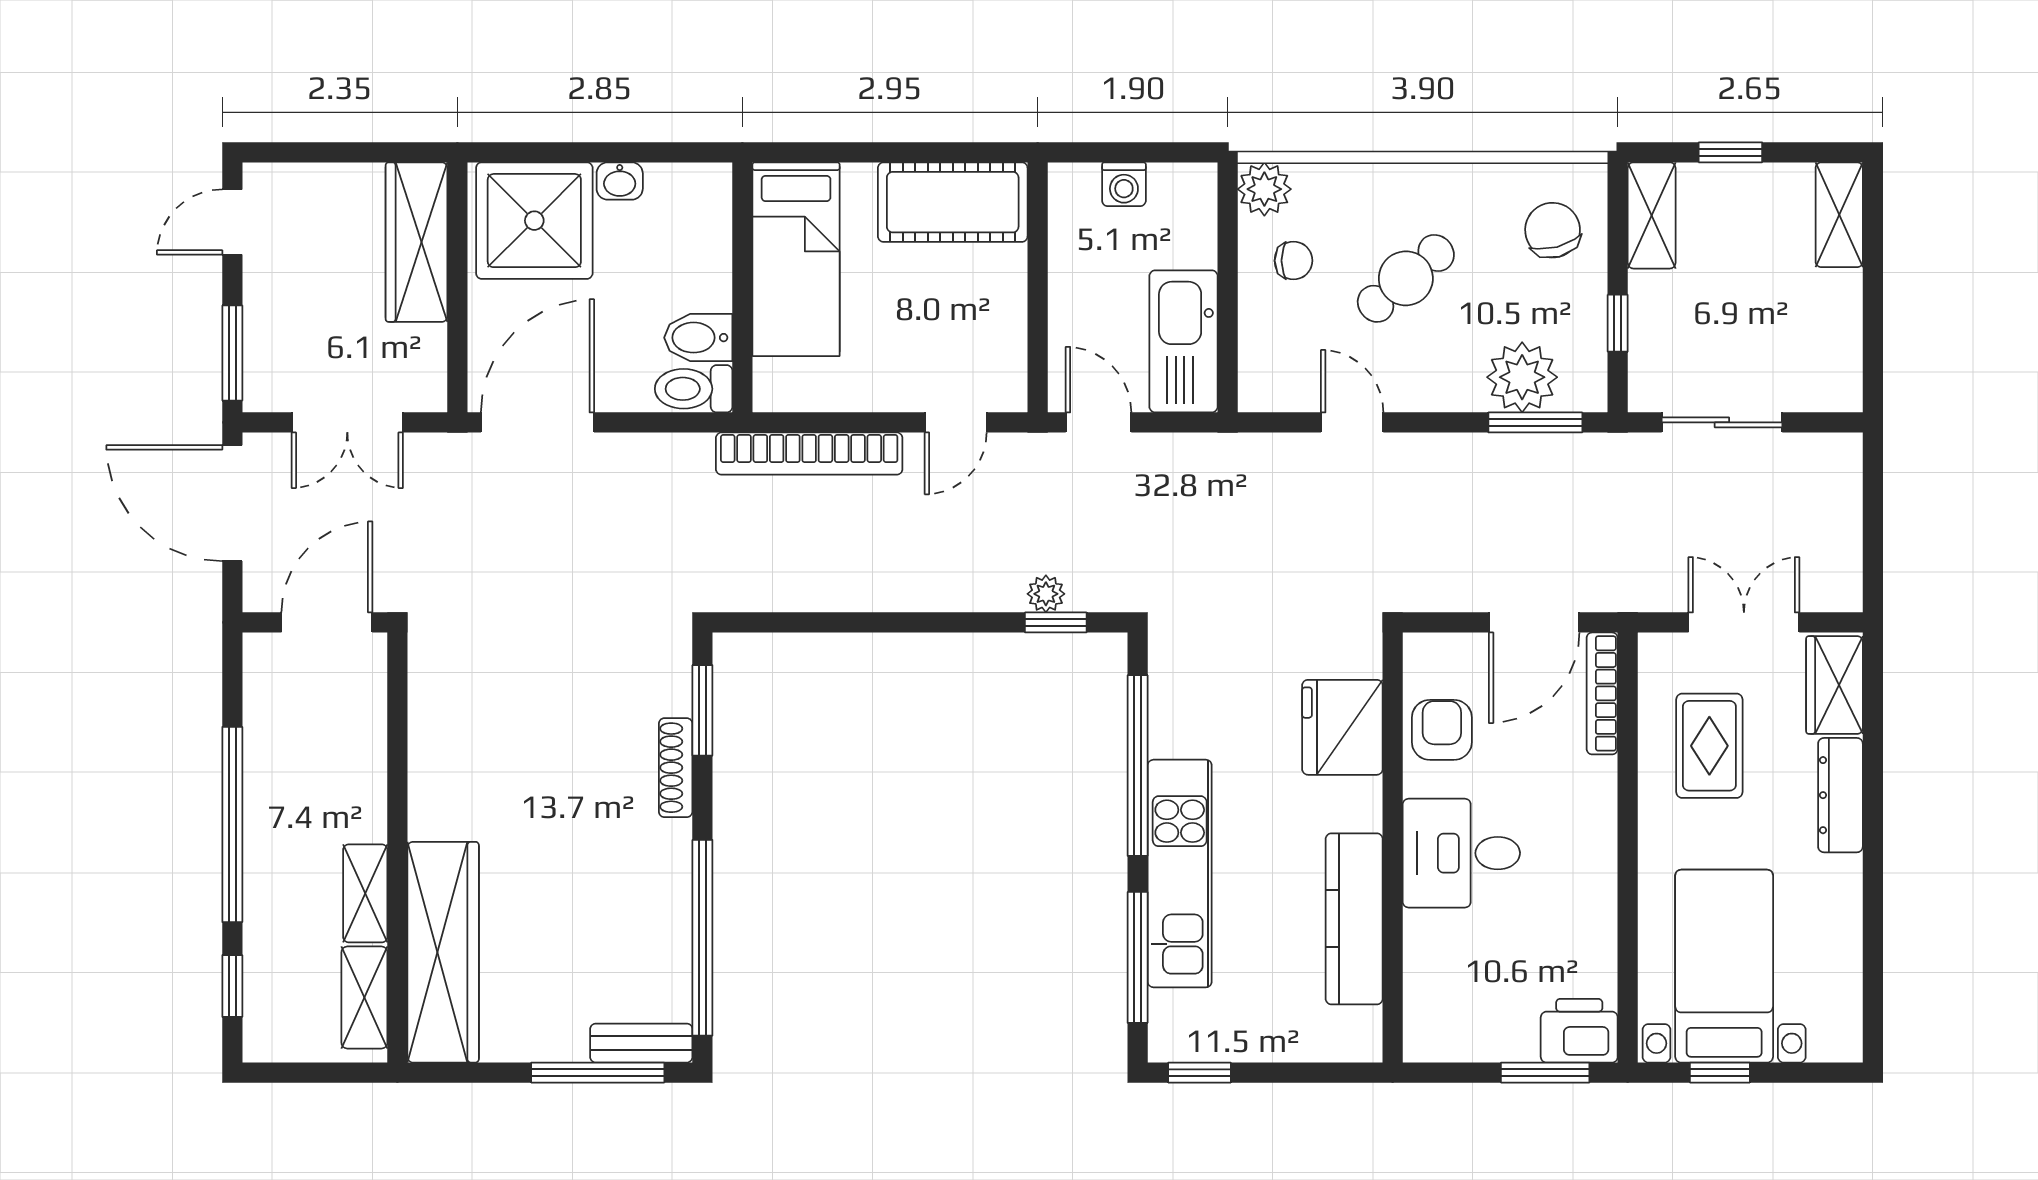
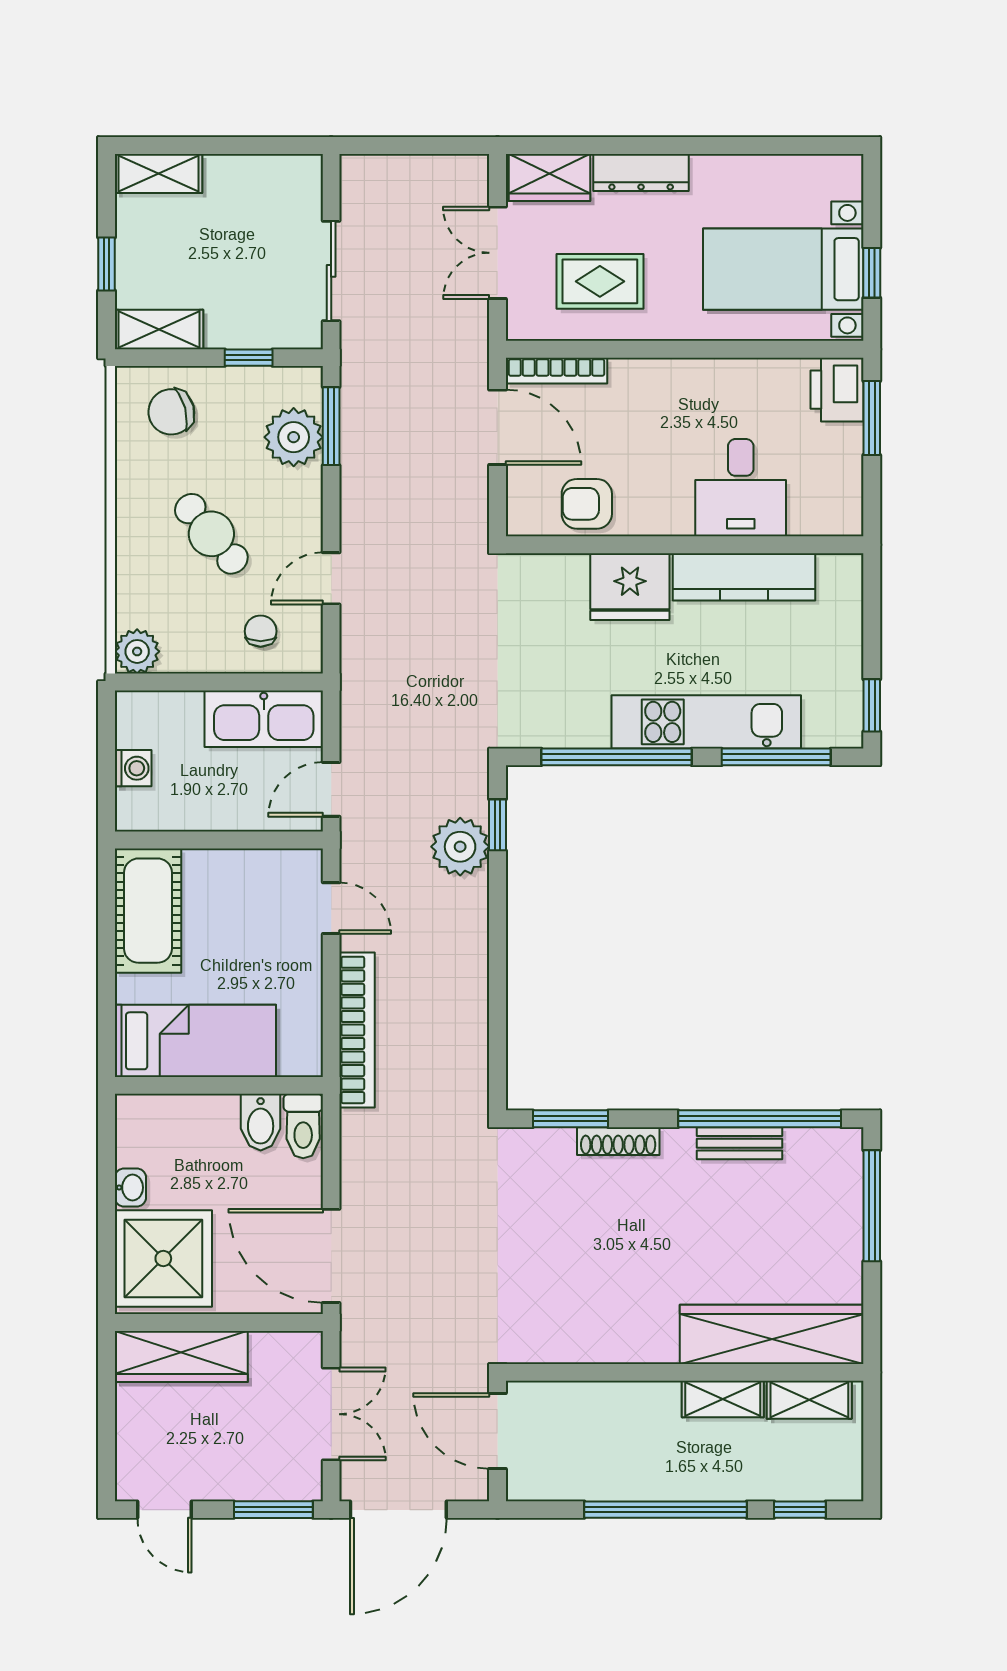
chair: (1293, 261) -> (261, 631), moved
plant: (1046, 594) -> (460, 847), width x1.88, depth x1.88
fridge: (1342, 727) -> (630, 587), moved
desk: (1461, 853) -> (741, 488), moved
bench: (641, 1043) -> (740, 1143), moved, turned 90

